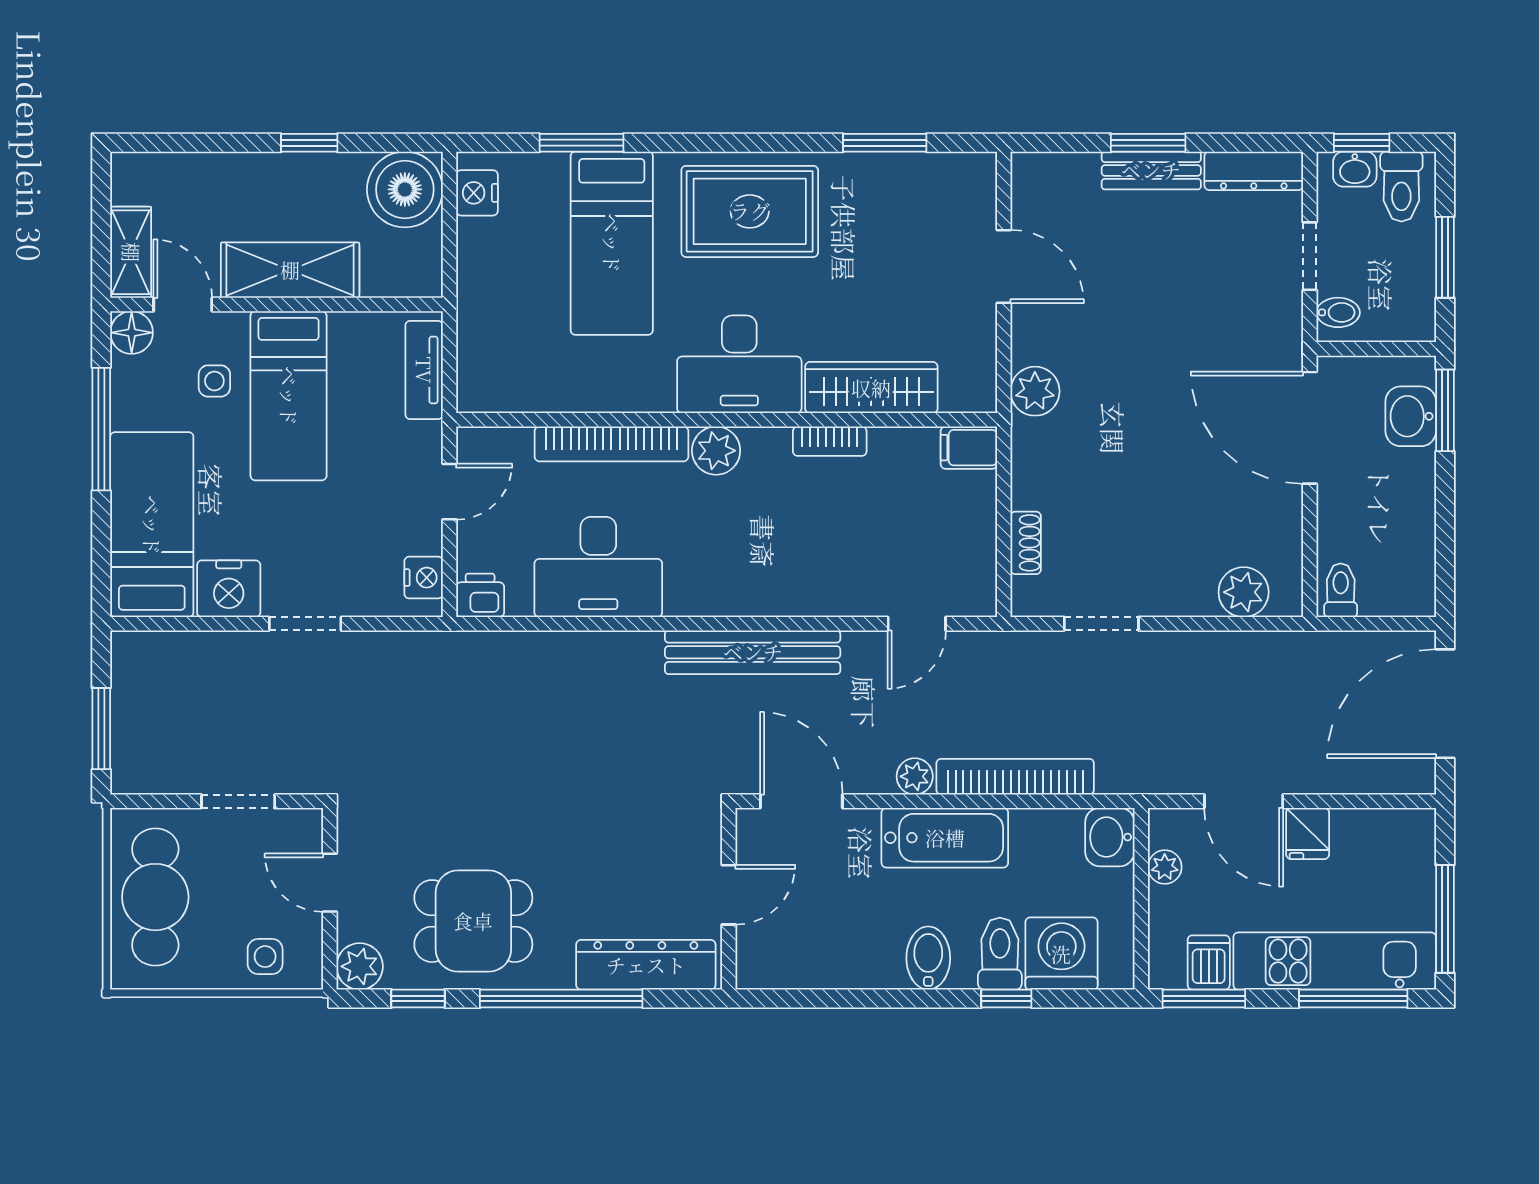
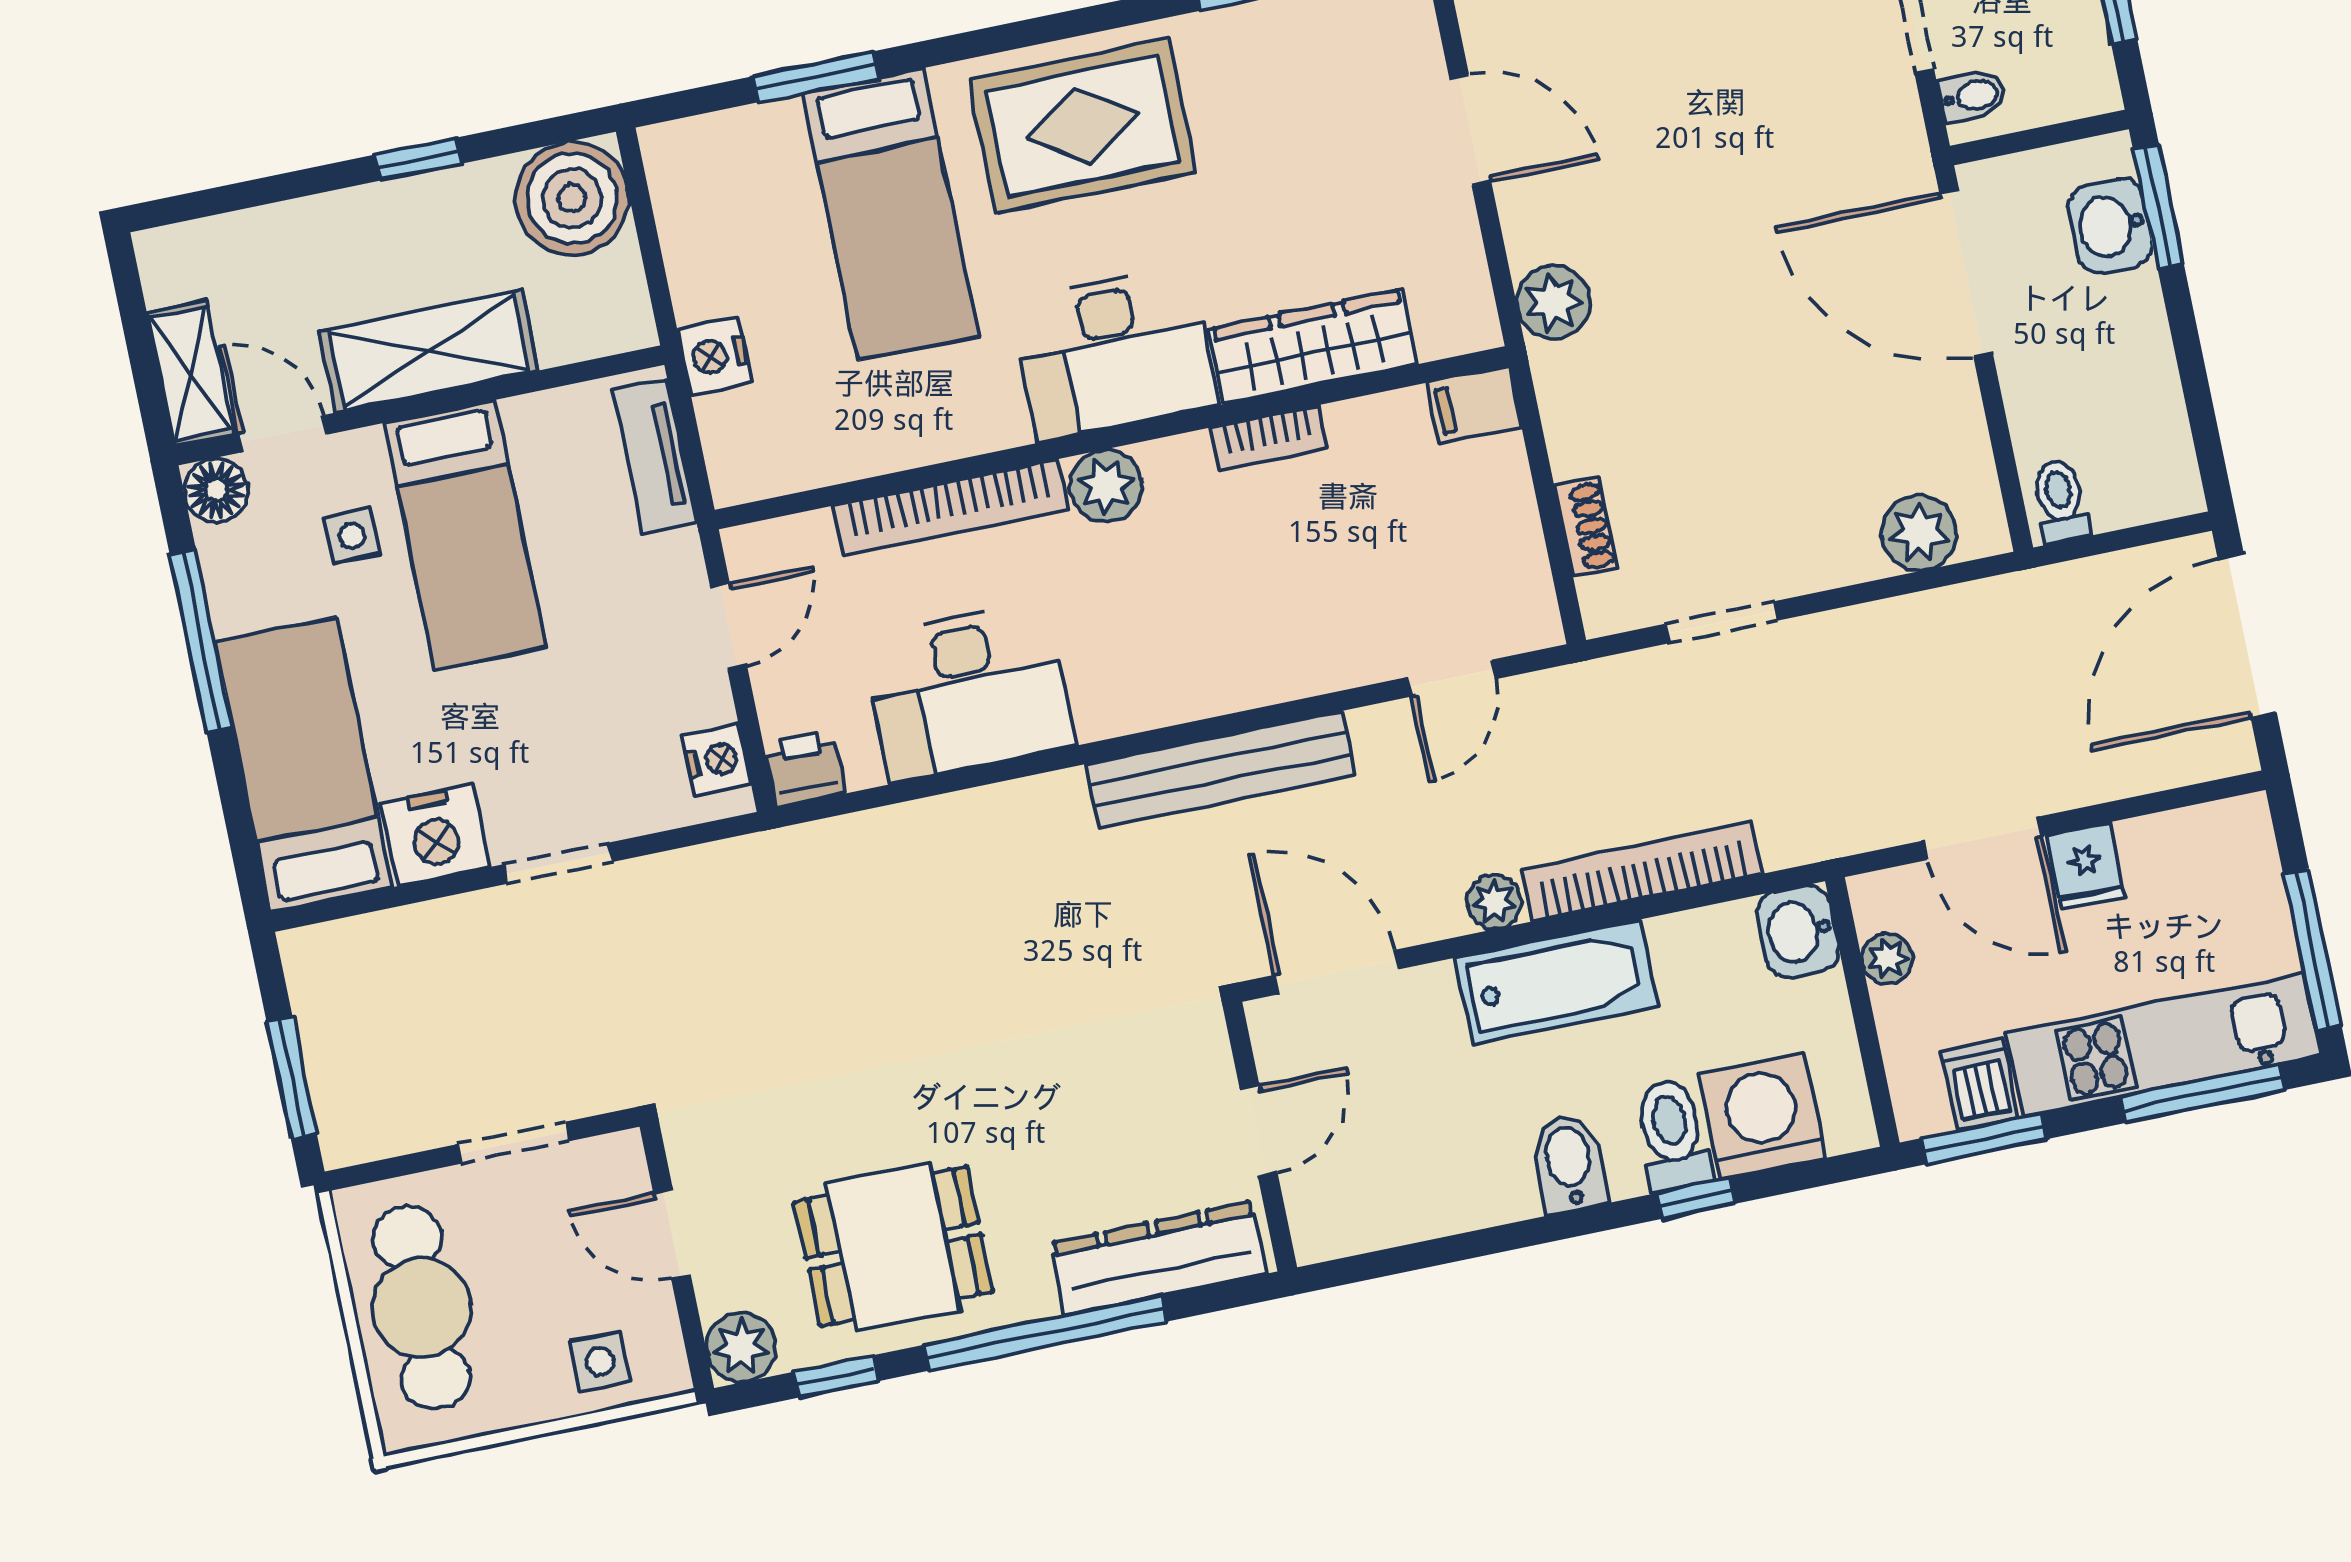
nightstand: (477, 193) -> (714, 356), moved

